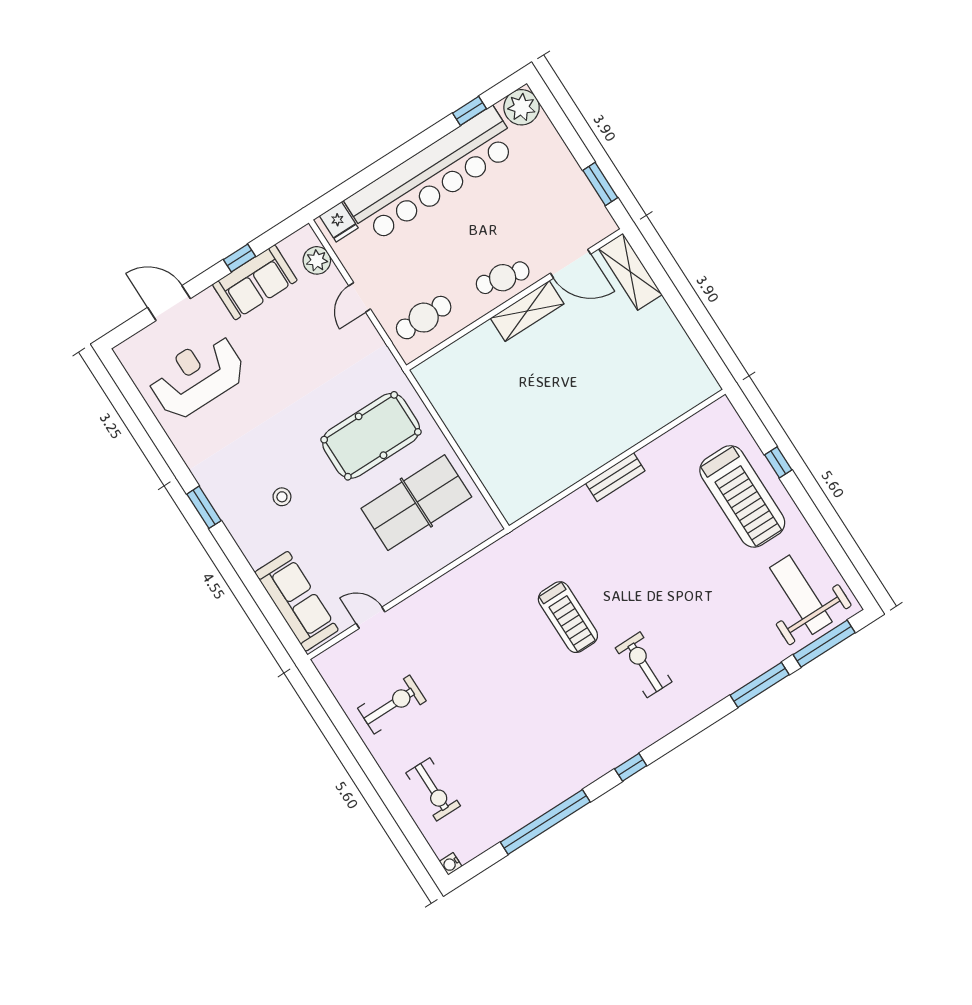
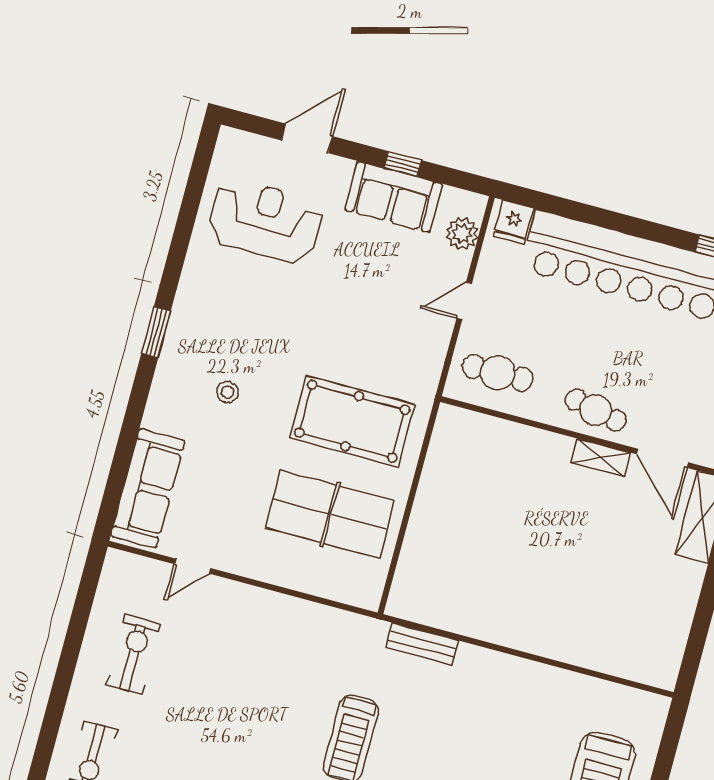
door: (169, 303) -> (307, 138), hinge flipped
shelving: (527, 311) -> (600, 458), width x0.67, depth x0.75
bench: (615, 477) -> (422, 644), moved
door: (371, 618) -> (193, 566), swing flipped
exercise bike: (392, 704) -> (134, 654), turned -90

